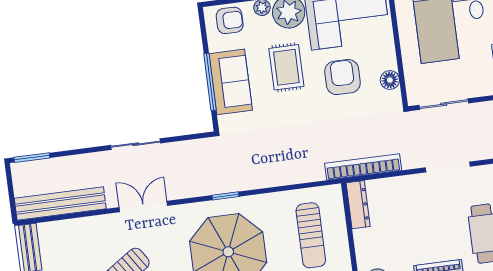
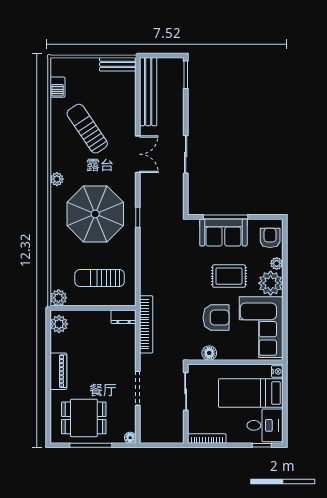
armchair: (230, 20) -> (270, 238), turned 180
dresser: (358, 205) -> (123, 317), width x0.70

